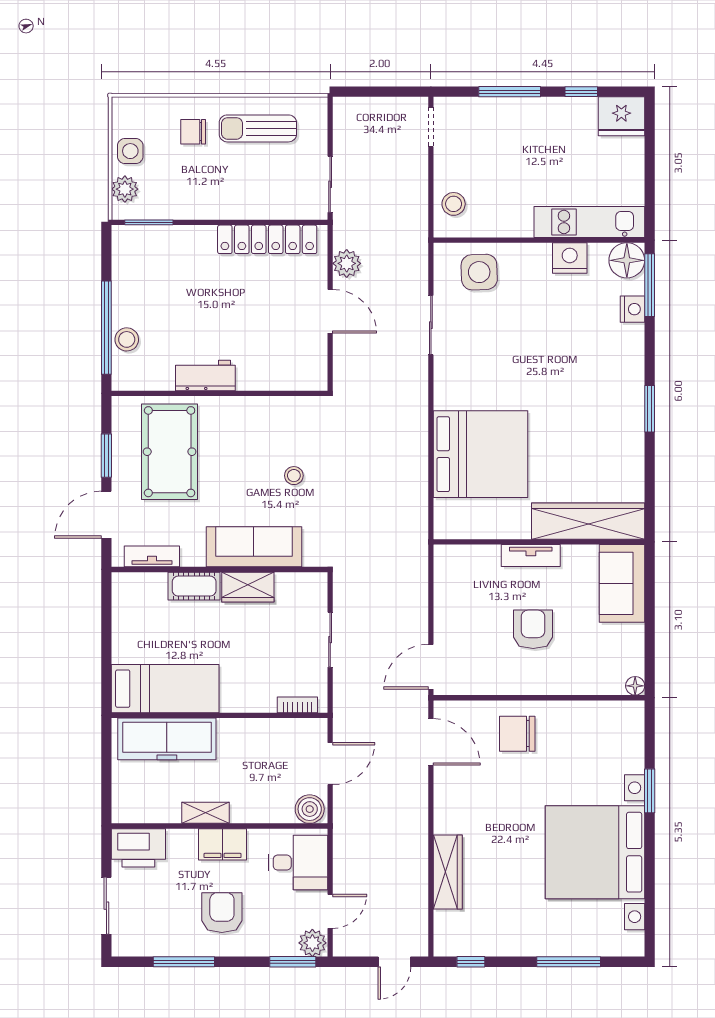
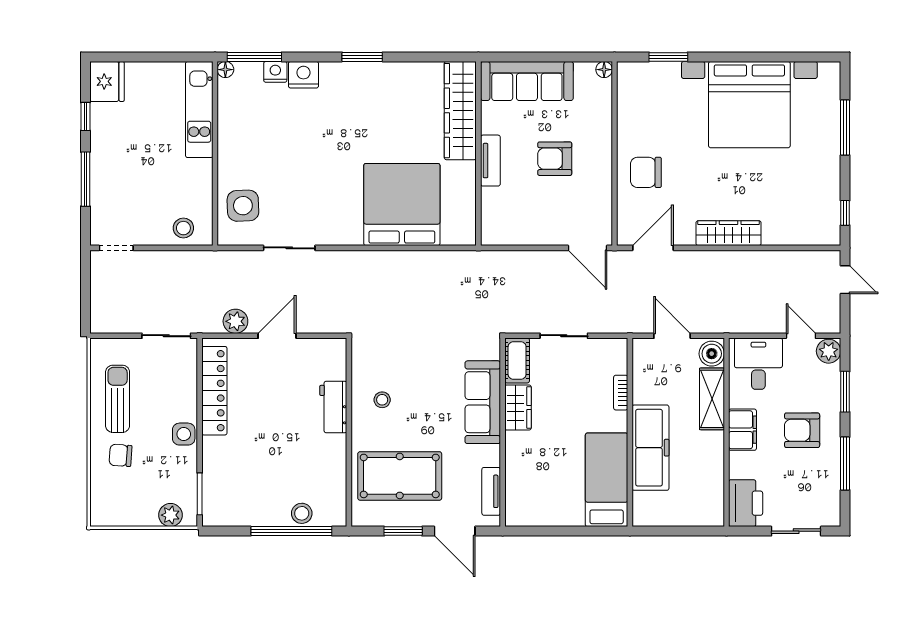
sun lounger: (258, 128) -> (118, 399), turned 180
chair: (193, 132) -> (120, 455), turned 94
side table: (130, 151) -> (184, 434), moved
nightstand: (570, 258) -> (303, 75), moved, turned 90
floor lamp: (627, 260) -> (225, 70), width x0.53, depth x0.53
workbench: (205, 376) -> (333, 407), moved
stool: (294, 476) -> (382, 400), moved
sofa: (622, 583) -> (527, 81), width x1.36
cot: (194, 586) -> (517, 361), moved
bookcase: (297, 705) -> (621, 393), moved
chair: (517, 734) -> (646, 172), turned 90
freezer: (167, 739) -> (650, 448), moved
window: (650, 791) -> (668, 57), moved
shelving: (206, 813) -> (712, 399), moved, width x1.50, depth x1.33
wardrobe: (448, 872) -> (729, 233), moved
window: (293, 962) -> (845, 392), moved

